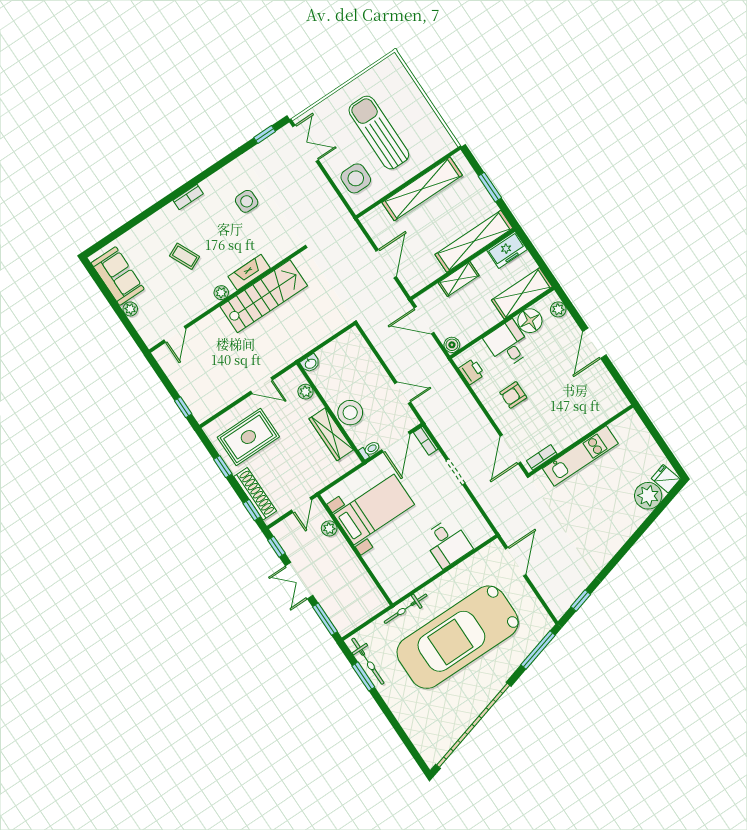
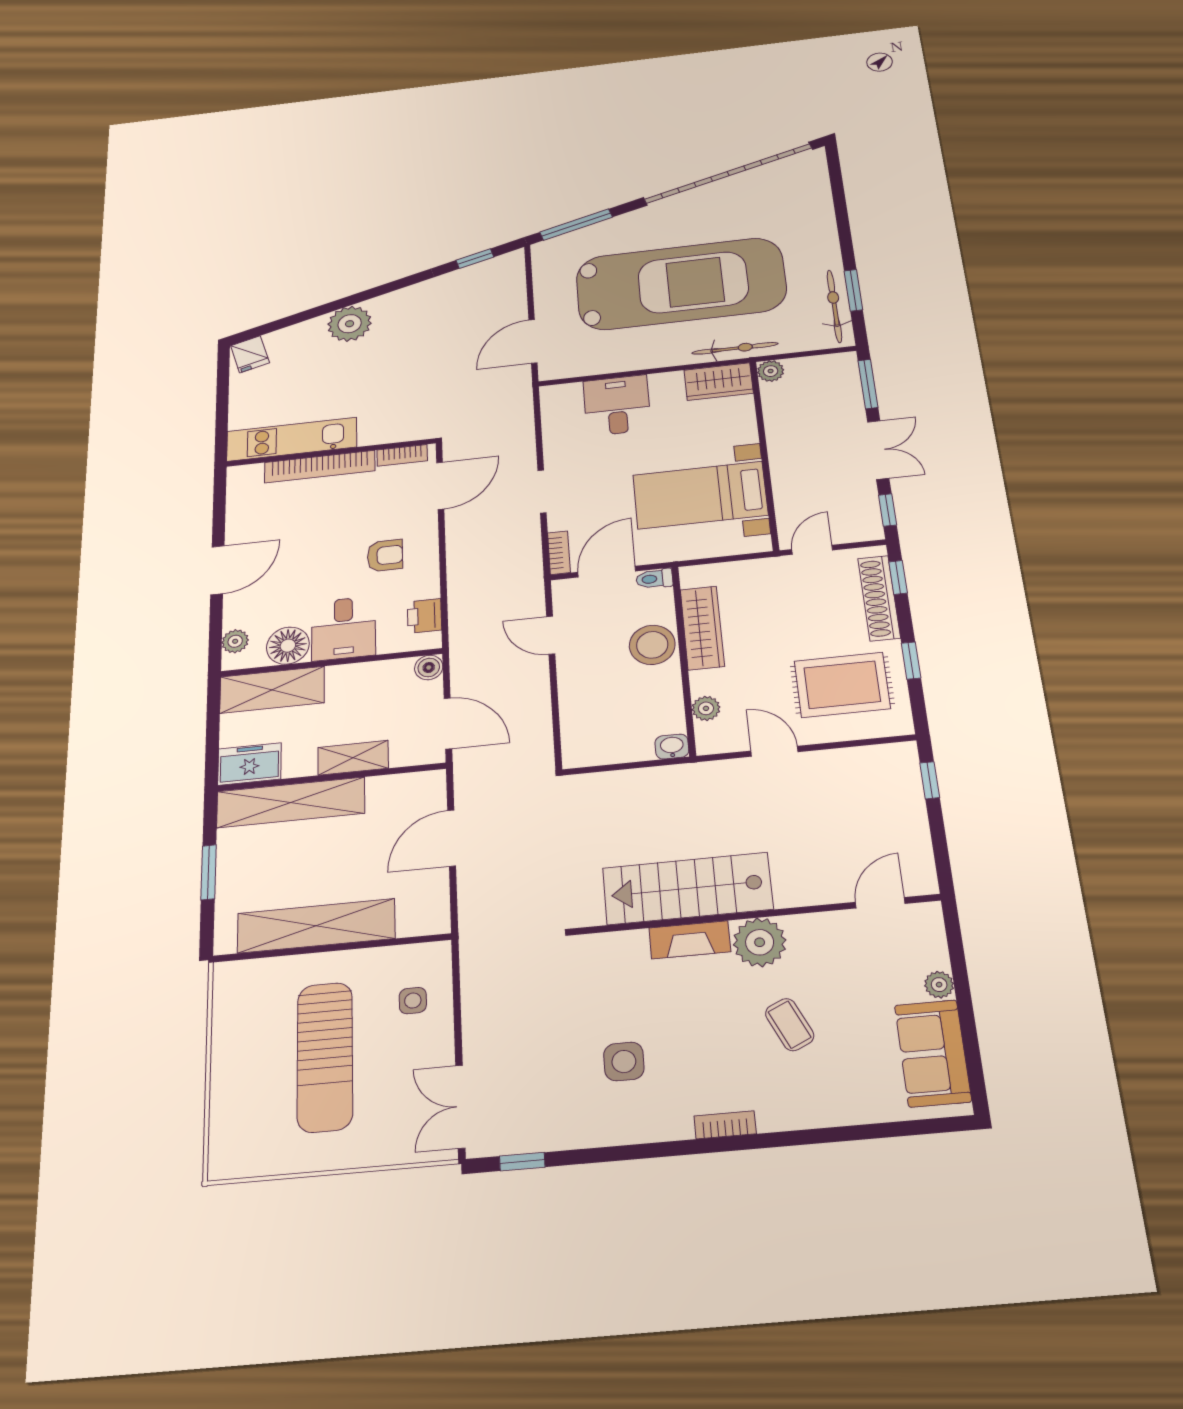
side table: (356, 178) -> (413, 1001), width x0.54, depth x0.54
plant: (221, 293) -> (760, 942), width x1.87, depth x1.87
bookcase: (581, 429) -> (320, 467), added
kitchen unit: (580, 456) -> (292, 439), moved
plant: (648, 496) -> (350, 324), moved
plant: (329, 528) -> (771, 371), moved
wardrobe: (403, 583) -> (719, 382), added

